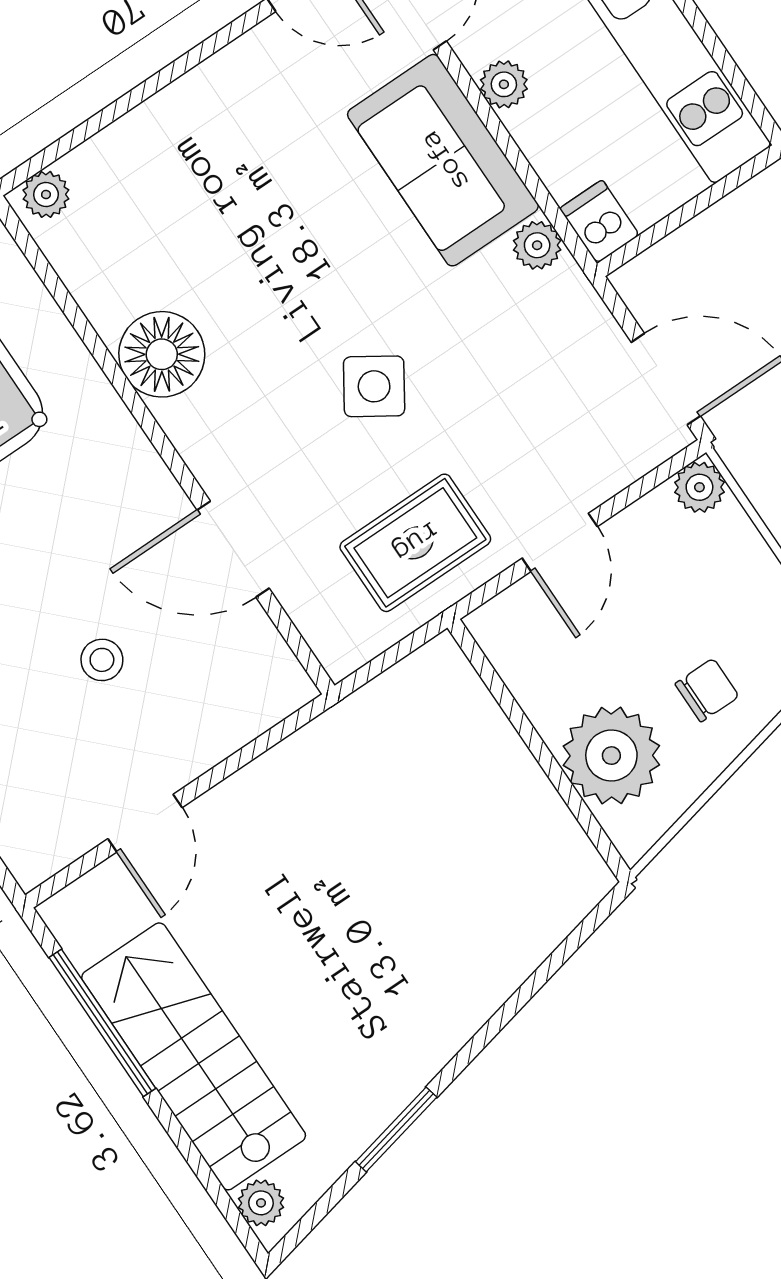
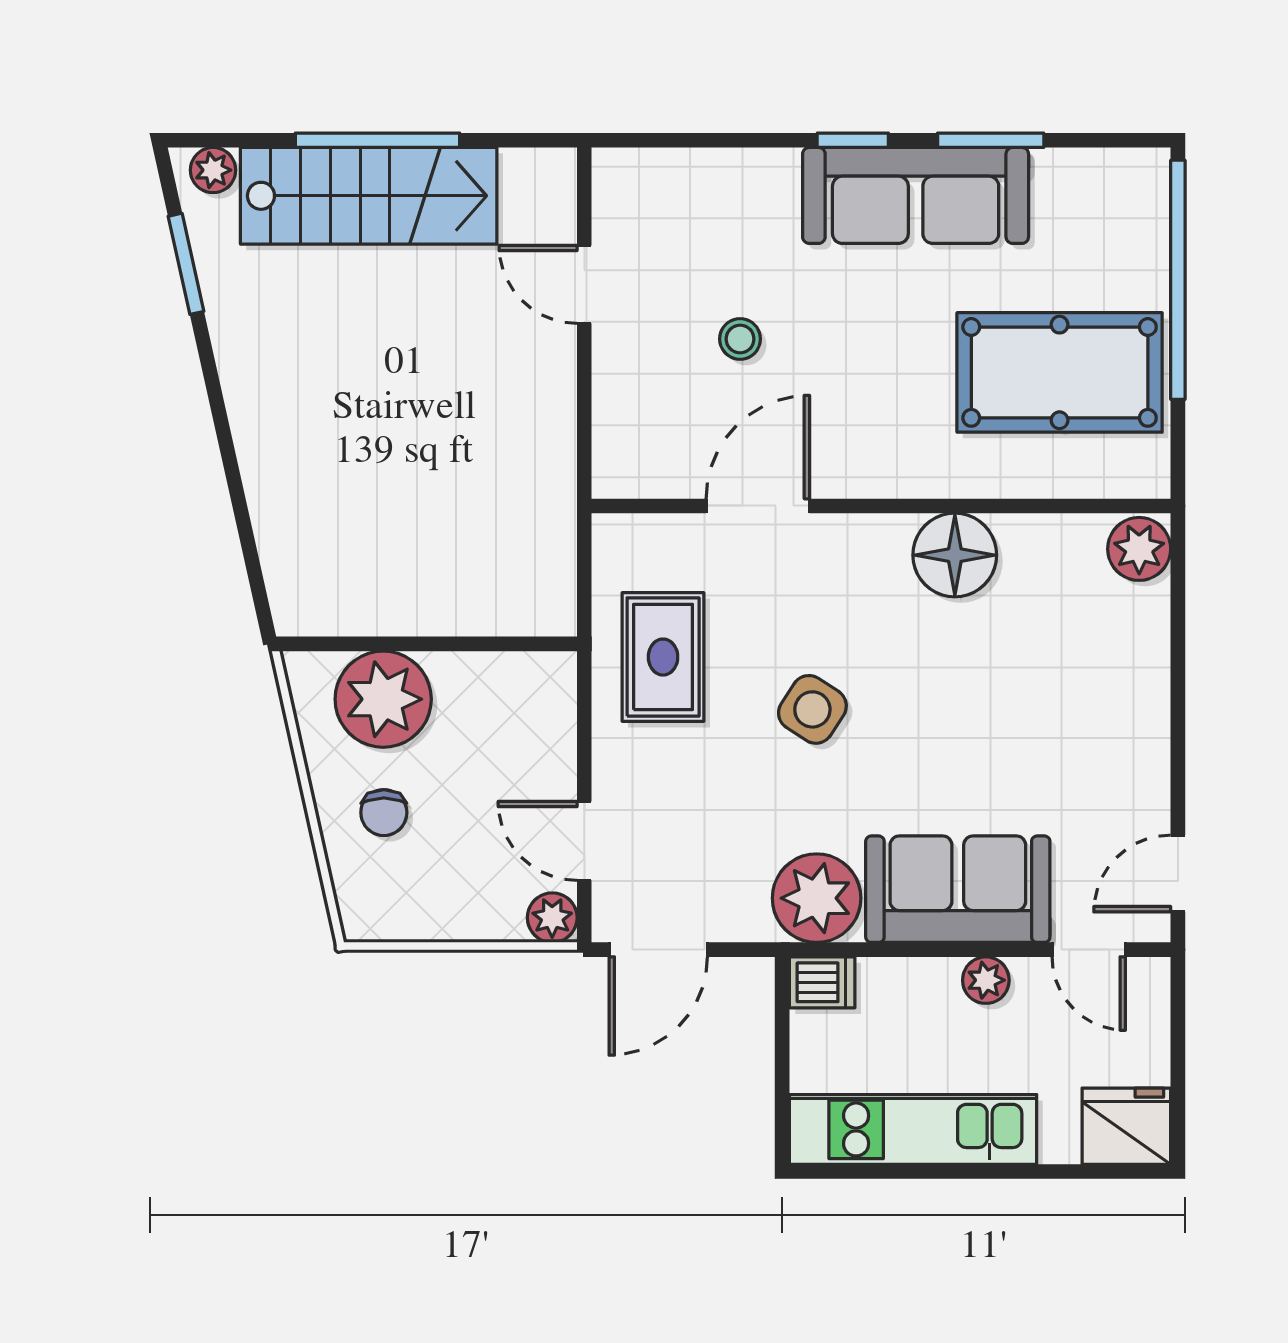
plant: (46, 194) -> (1139, 549), width x1.38, depth x1.38
plant: (537, 245) -> (817, 898), width x1.88, depth x1.88
door: (560, 542) -> (584, 841), moved
window: (102, 1023) -> (377, 140), moved
window: (396, 1129) -> (186, 264), moved

